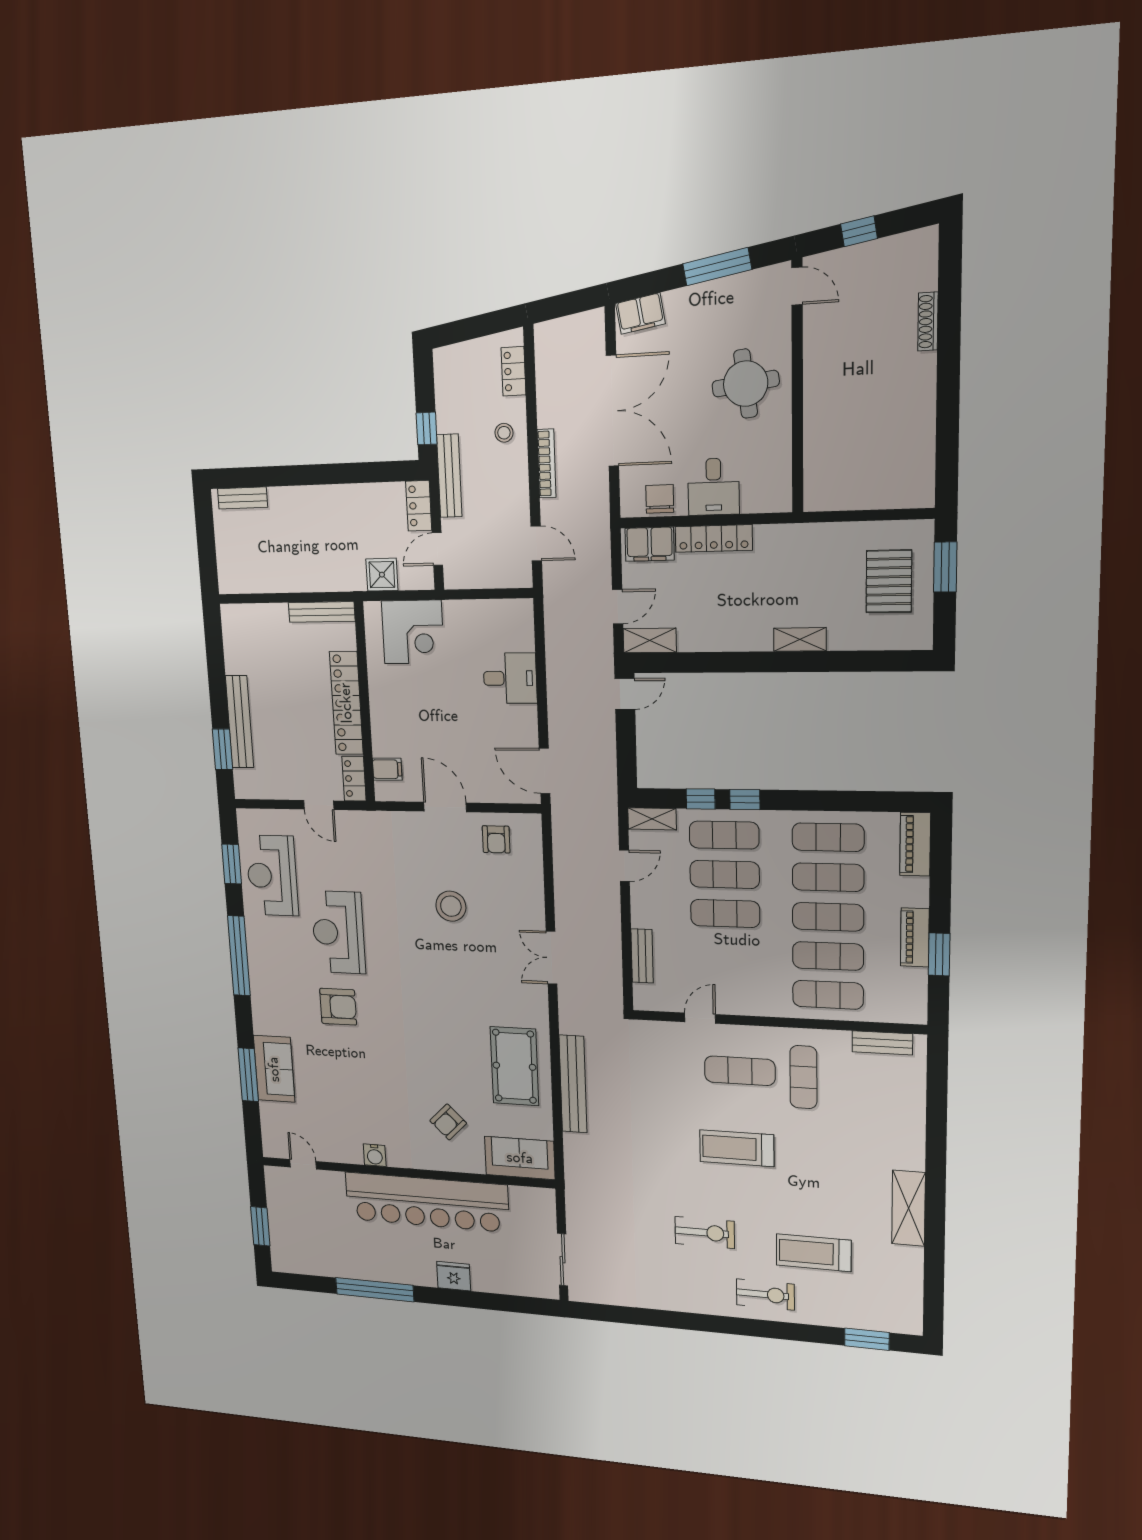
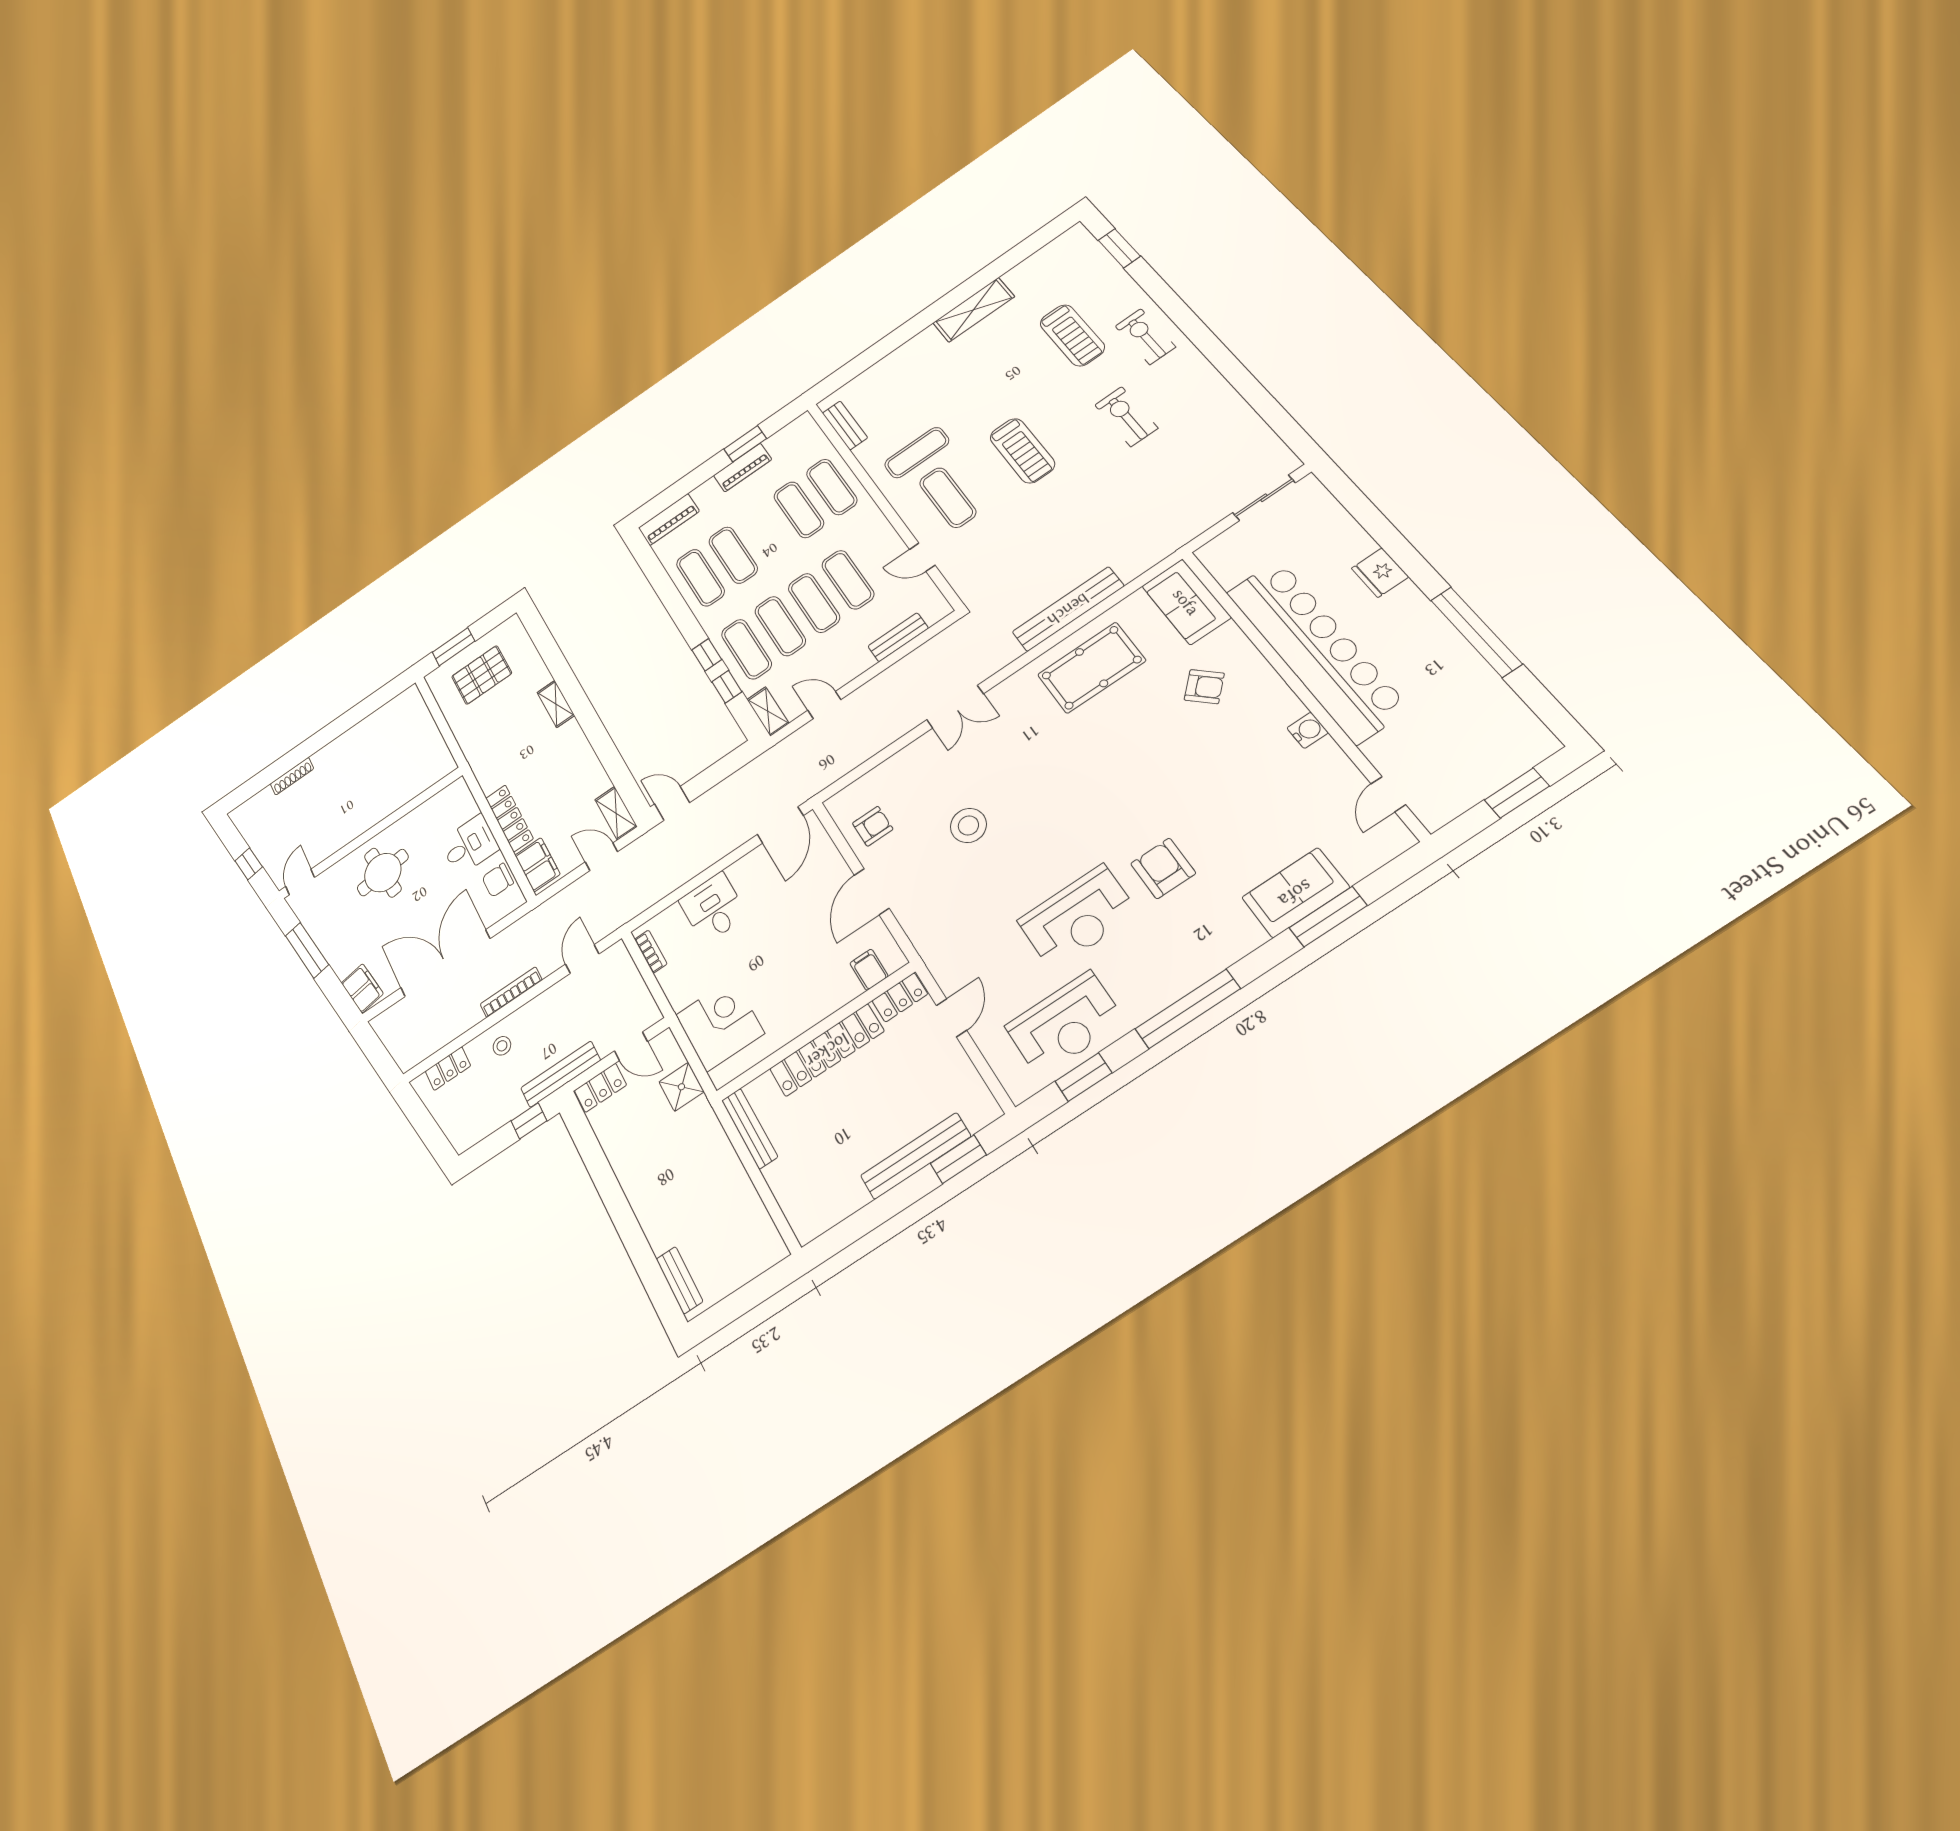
bookcase: (506, 607) -> (651, 952), added
exercise mat: (828, 917) -> (848, 580), moved

